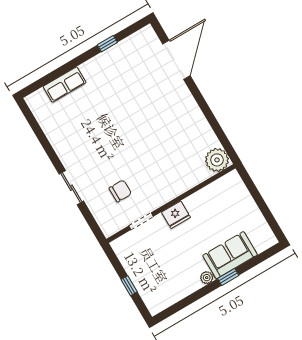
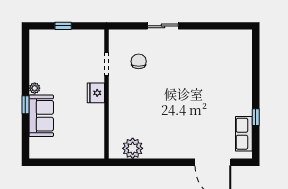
row of seats: (65, 85) -> (244, 134), moved
plant: (217, 160) -> (133, 148), moved
chair: (120, 191) -> (139, 61), turned 180

